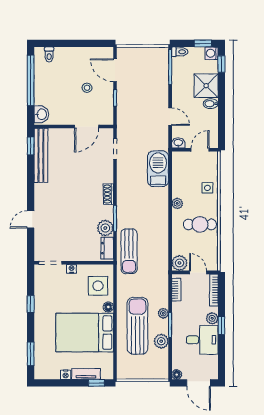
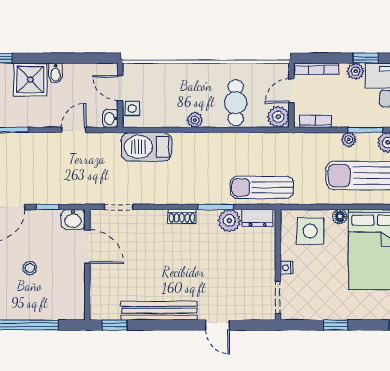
stool: (87, 88) -> (30, 268), moved
washbasin: (41, 114) -> (73, 219), moved, turned 180
bench: (41, 155) -> (159, 311), moved
side table: (207, 188) -> (132, 109), moved
cafe table: (200, 224) -> (236, 103), moved
sun lounger: (129, 251) -> (262, 187), turned 180

